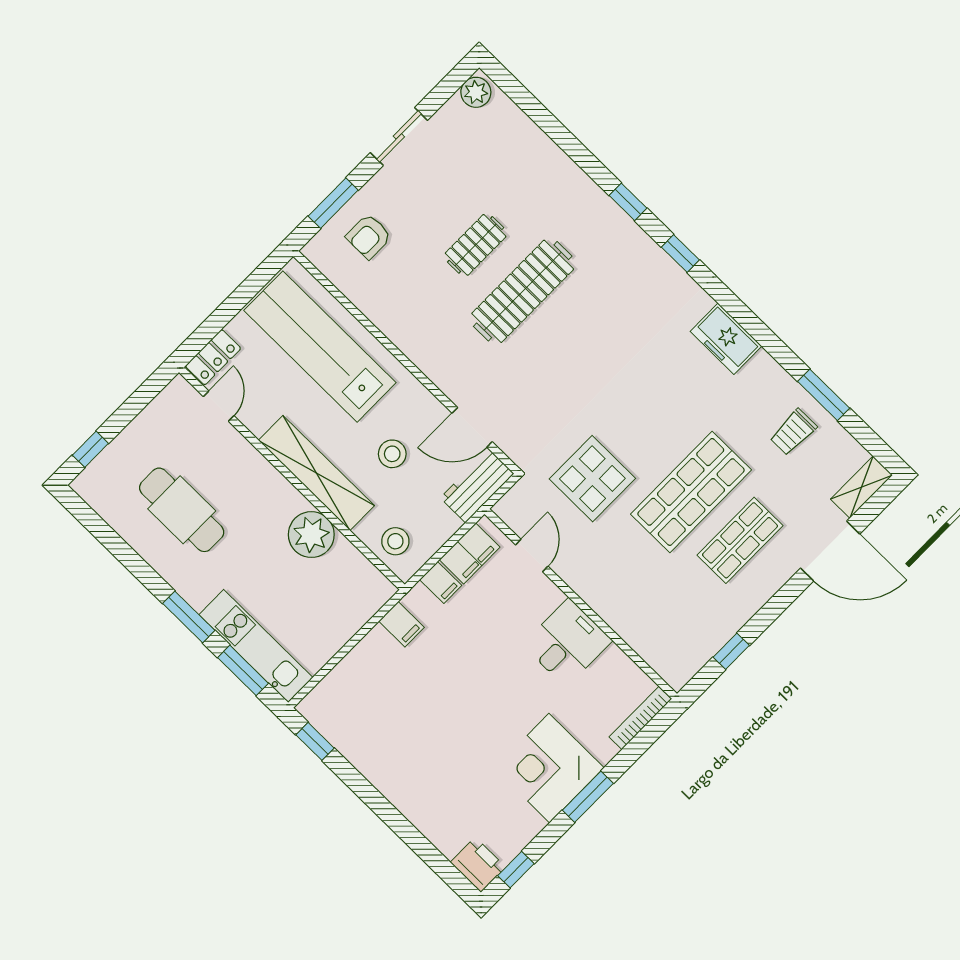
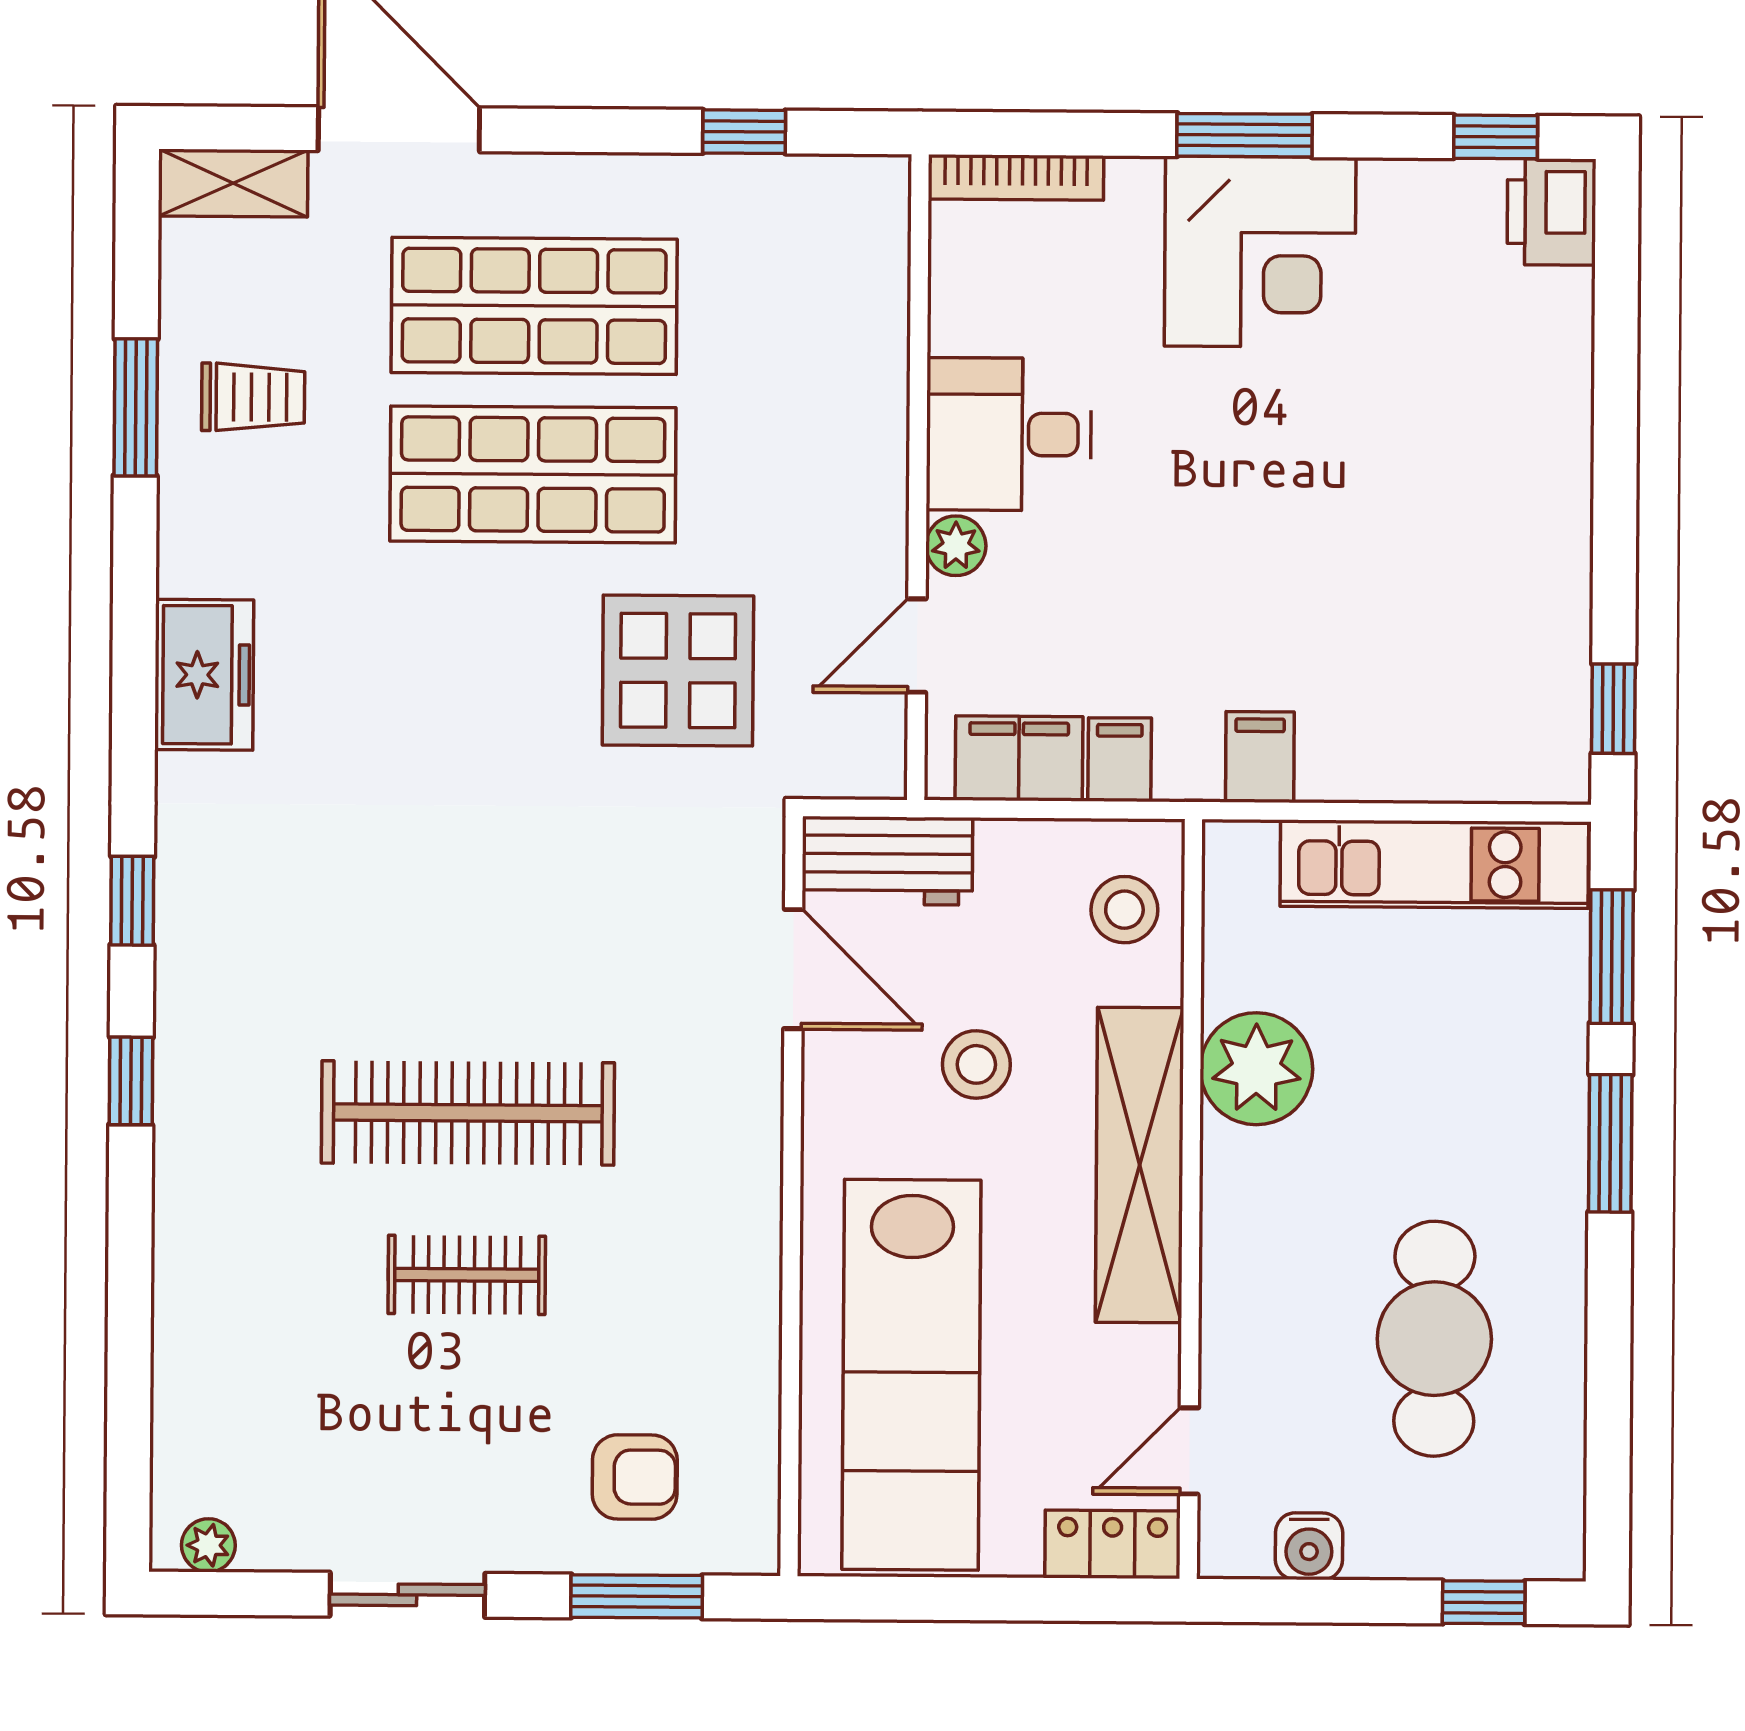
plant: (476, 92) -> (208, 1545), width x0.73, depth x0.73
water cooler: (157, 414) -> (1309, 1546), added
shop shelf: (740, 540) -> (534, 306), width x1.43, depth x1.36
plant: (550, 595) -> (956, 546), added
kitchen unit: (256, 646) -> (1434, 864), moved, turned -90

